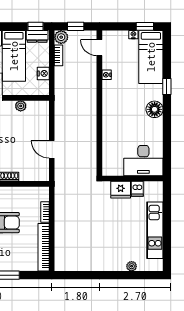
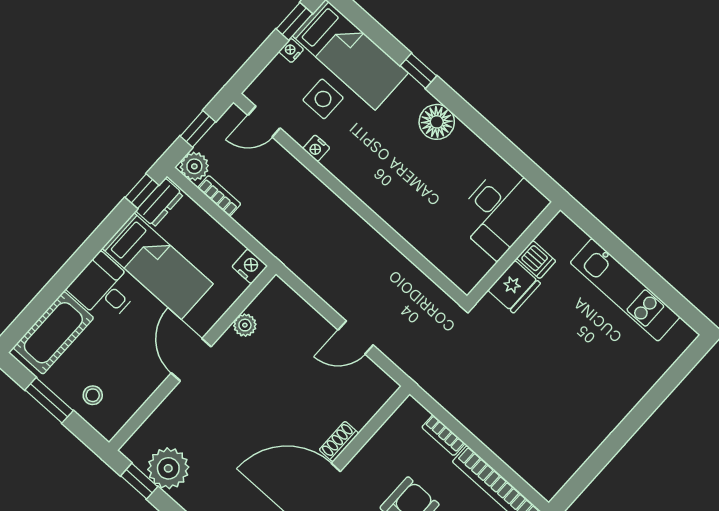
side table: (126, 61) -> (323, 99), added
nightstand: (43, 73) -> (250, 266), moved
plant: (132, 266) -> (649, 376), removed

